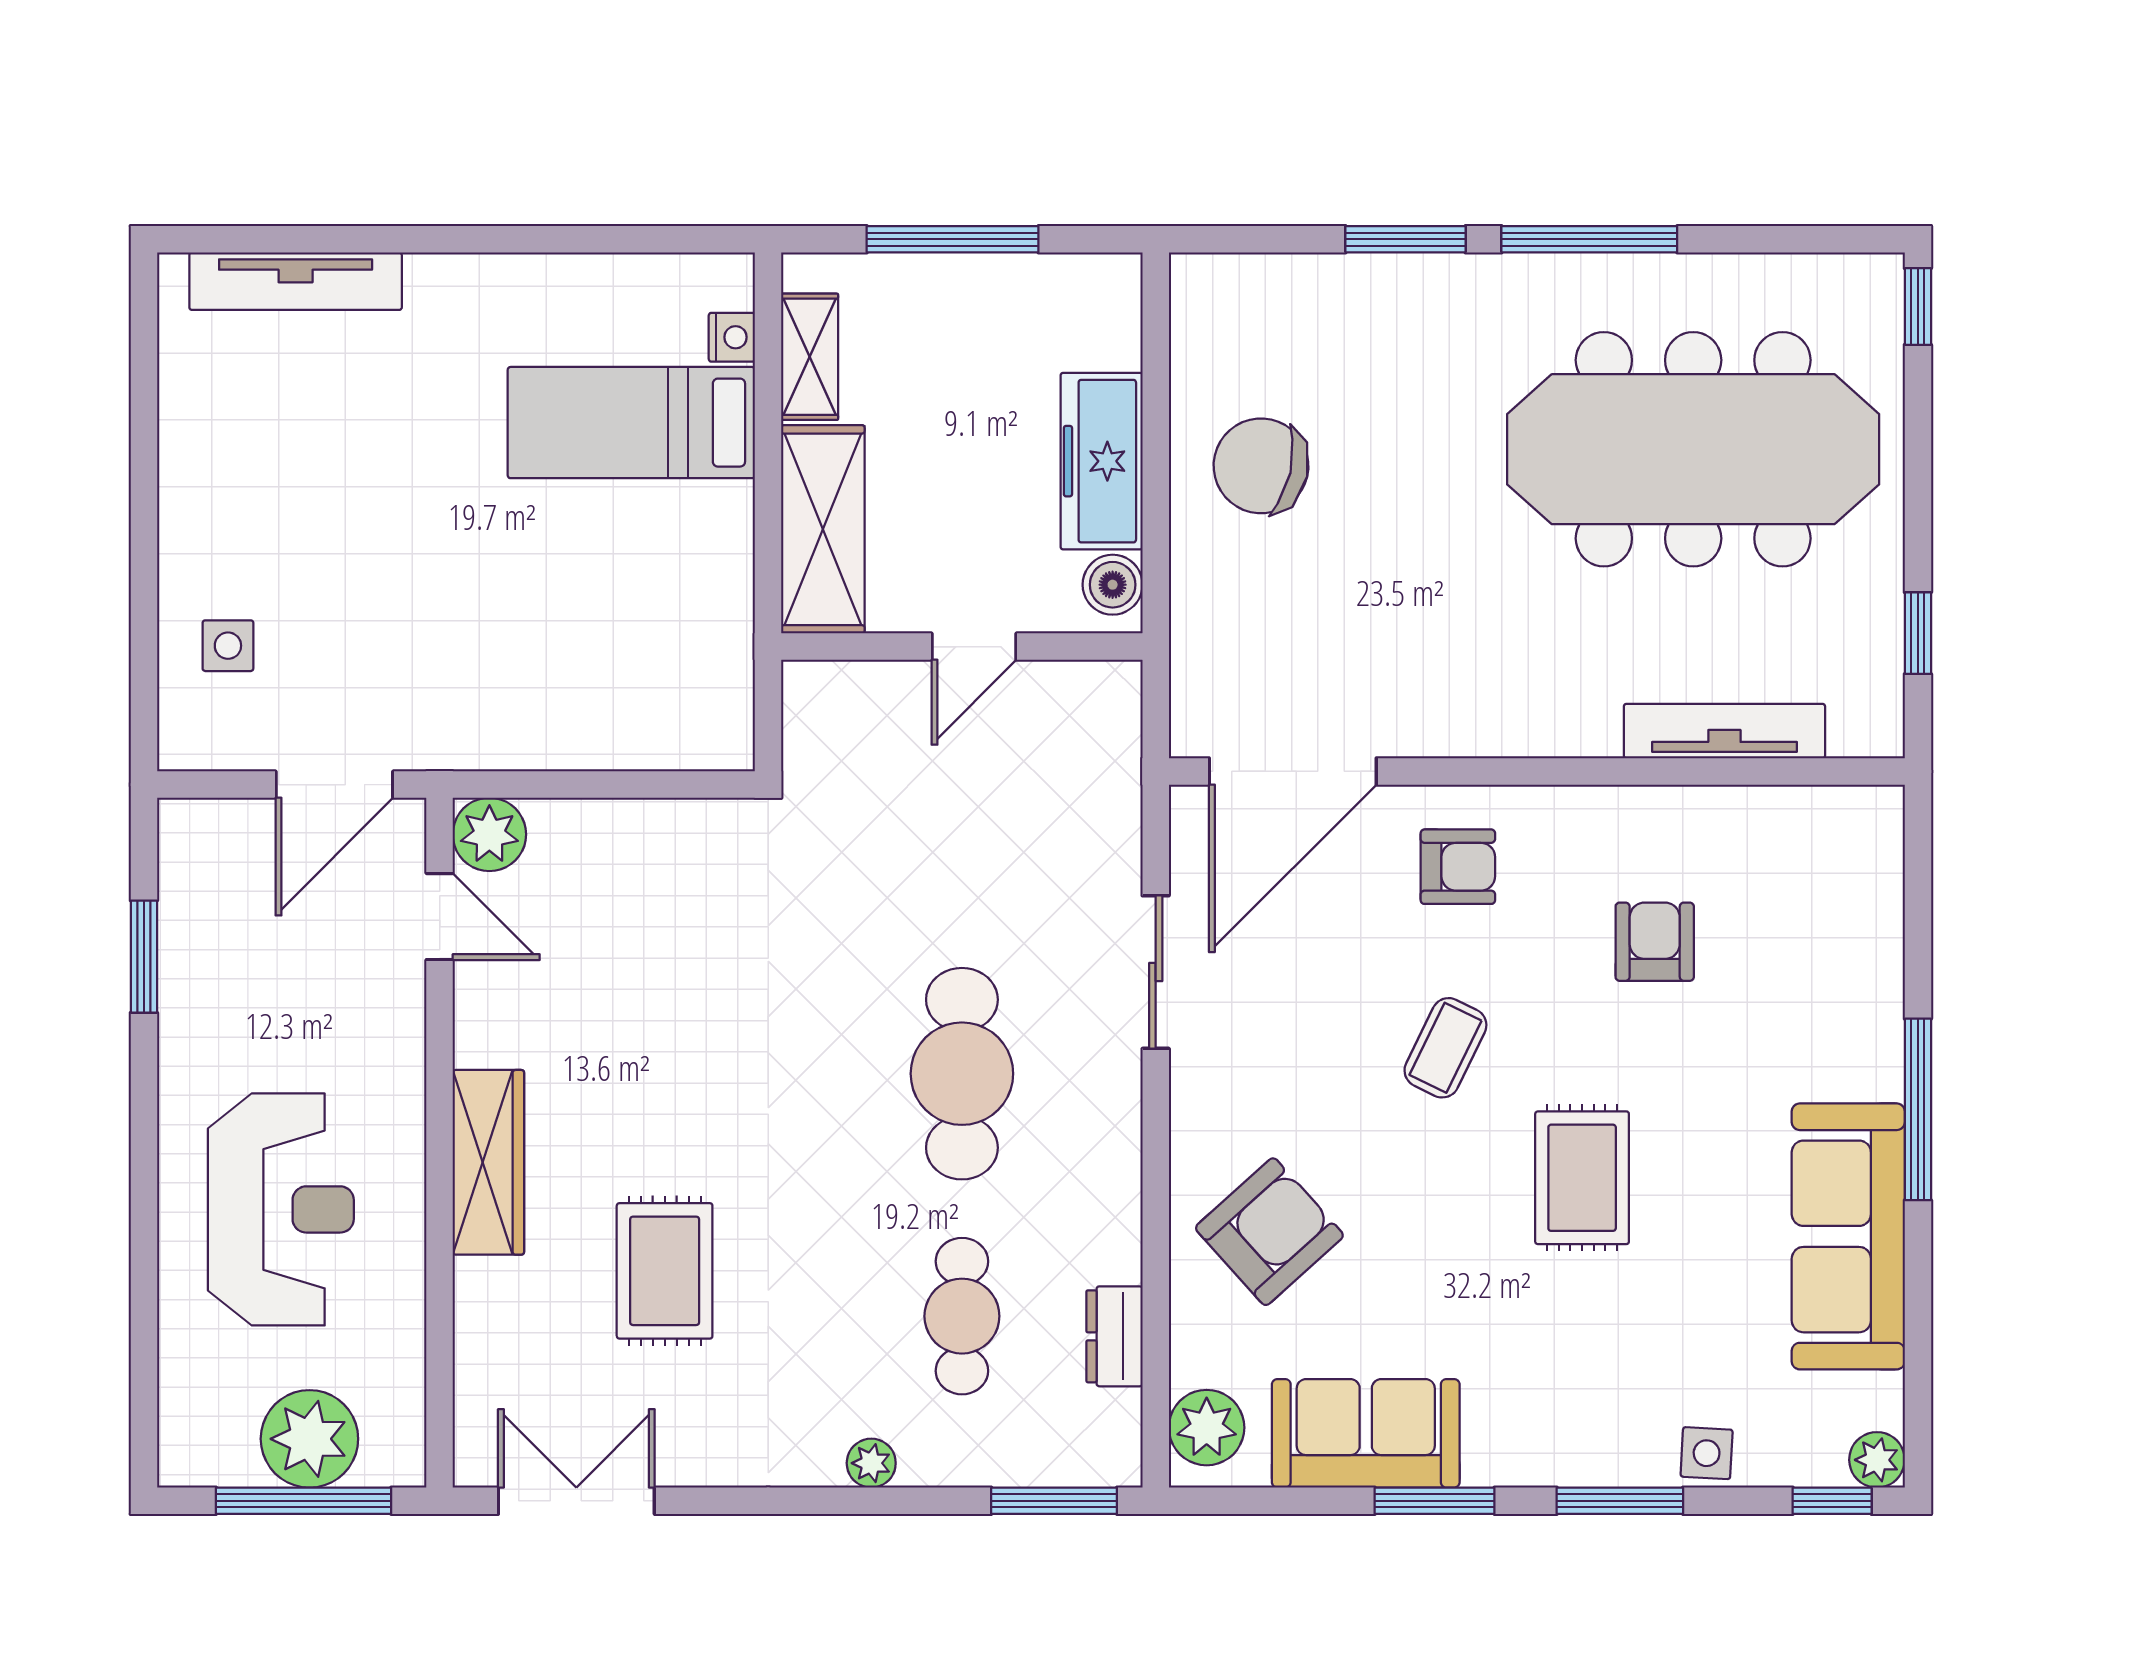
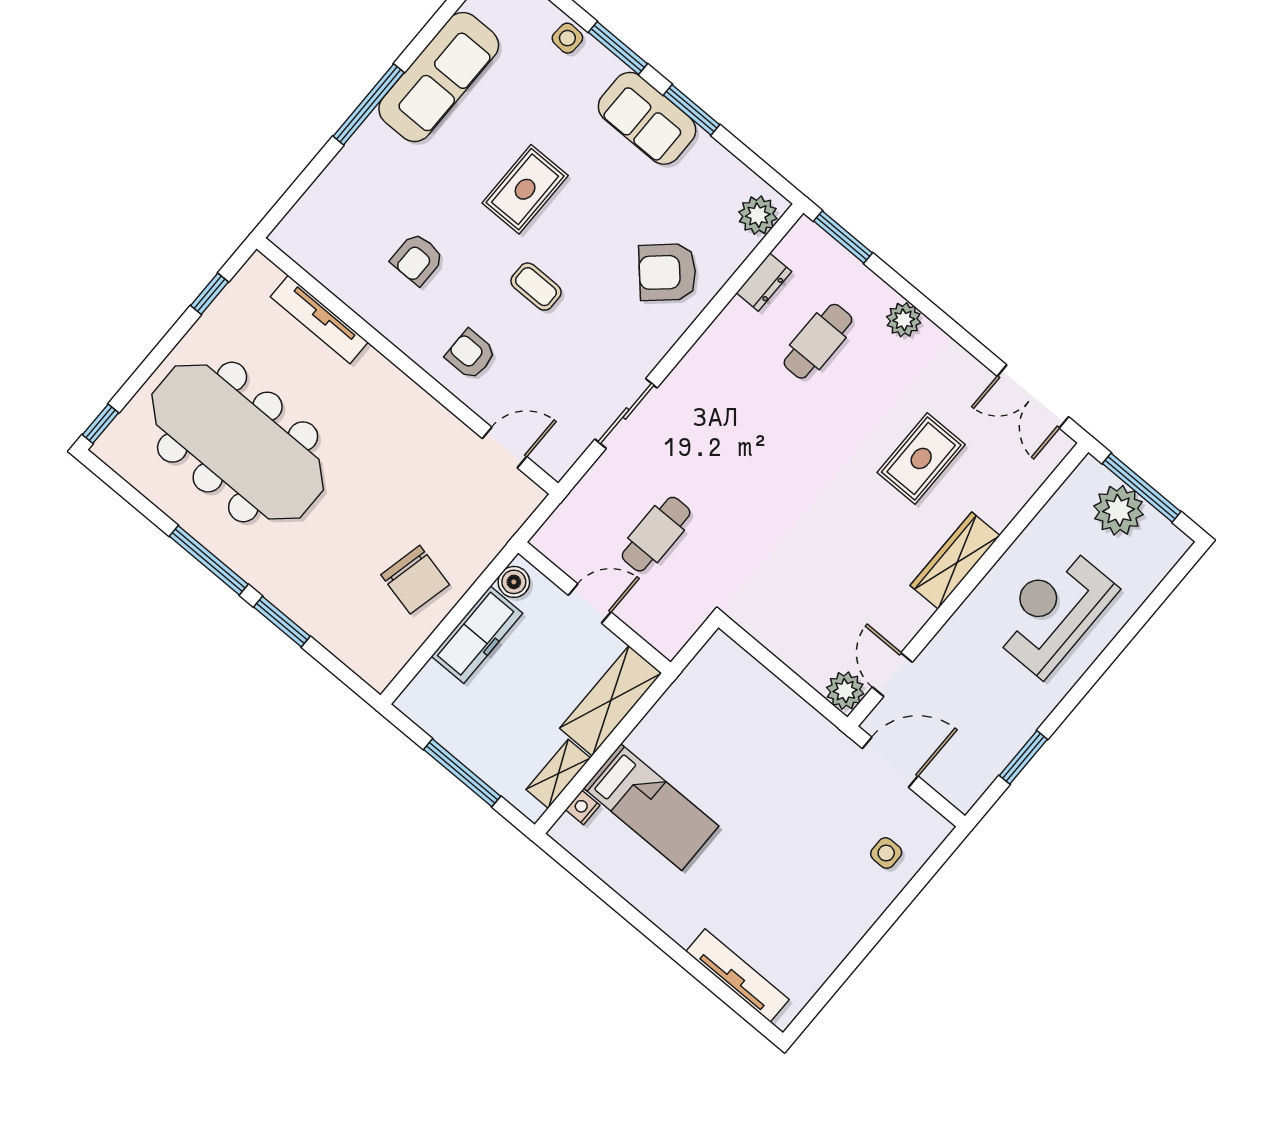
door: (1293, 771) -> (504, 447), width x0.53
coffee table: (1445, 1048) -> (536, 287), turned 64
cafe table: (962, 1074) -> (656, 534), moved, width x0.73, depth x0.74
sofa: (1366, 1433) -> (647, 118), moved
plant: (871, 1463) -> (904, 320), width x1.38, depth x1.38

